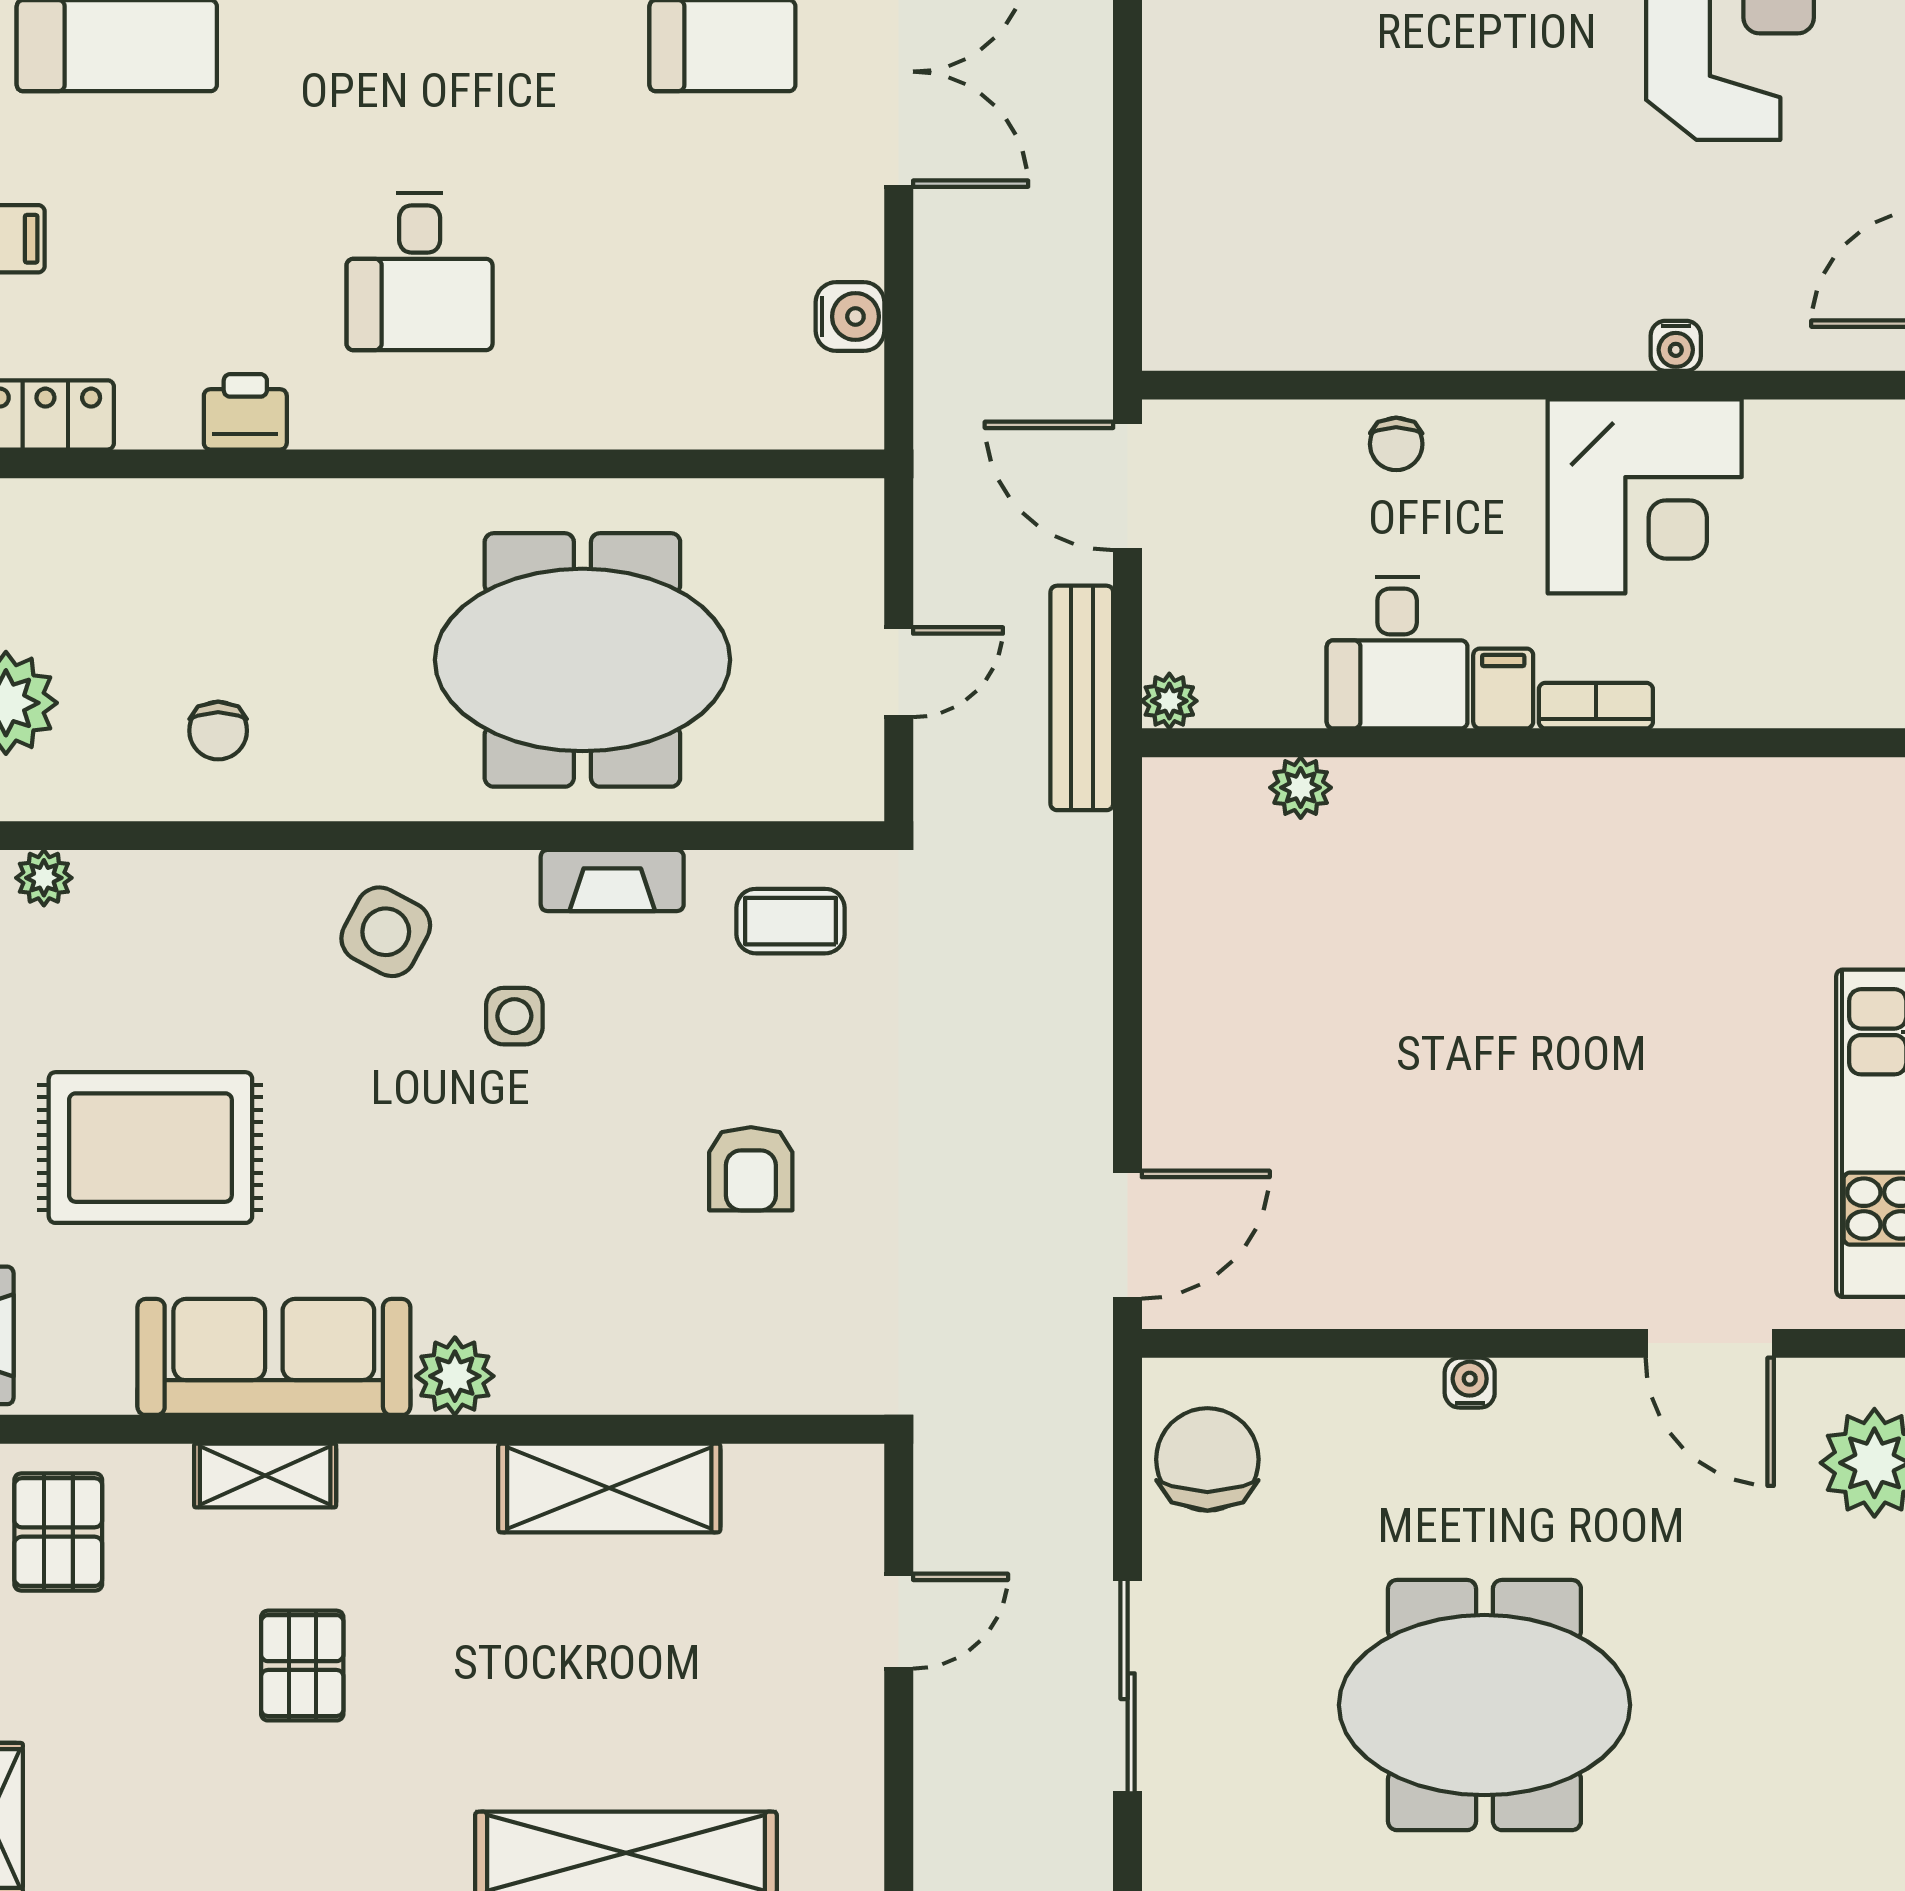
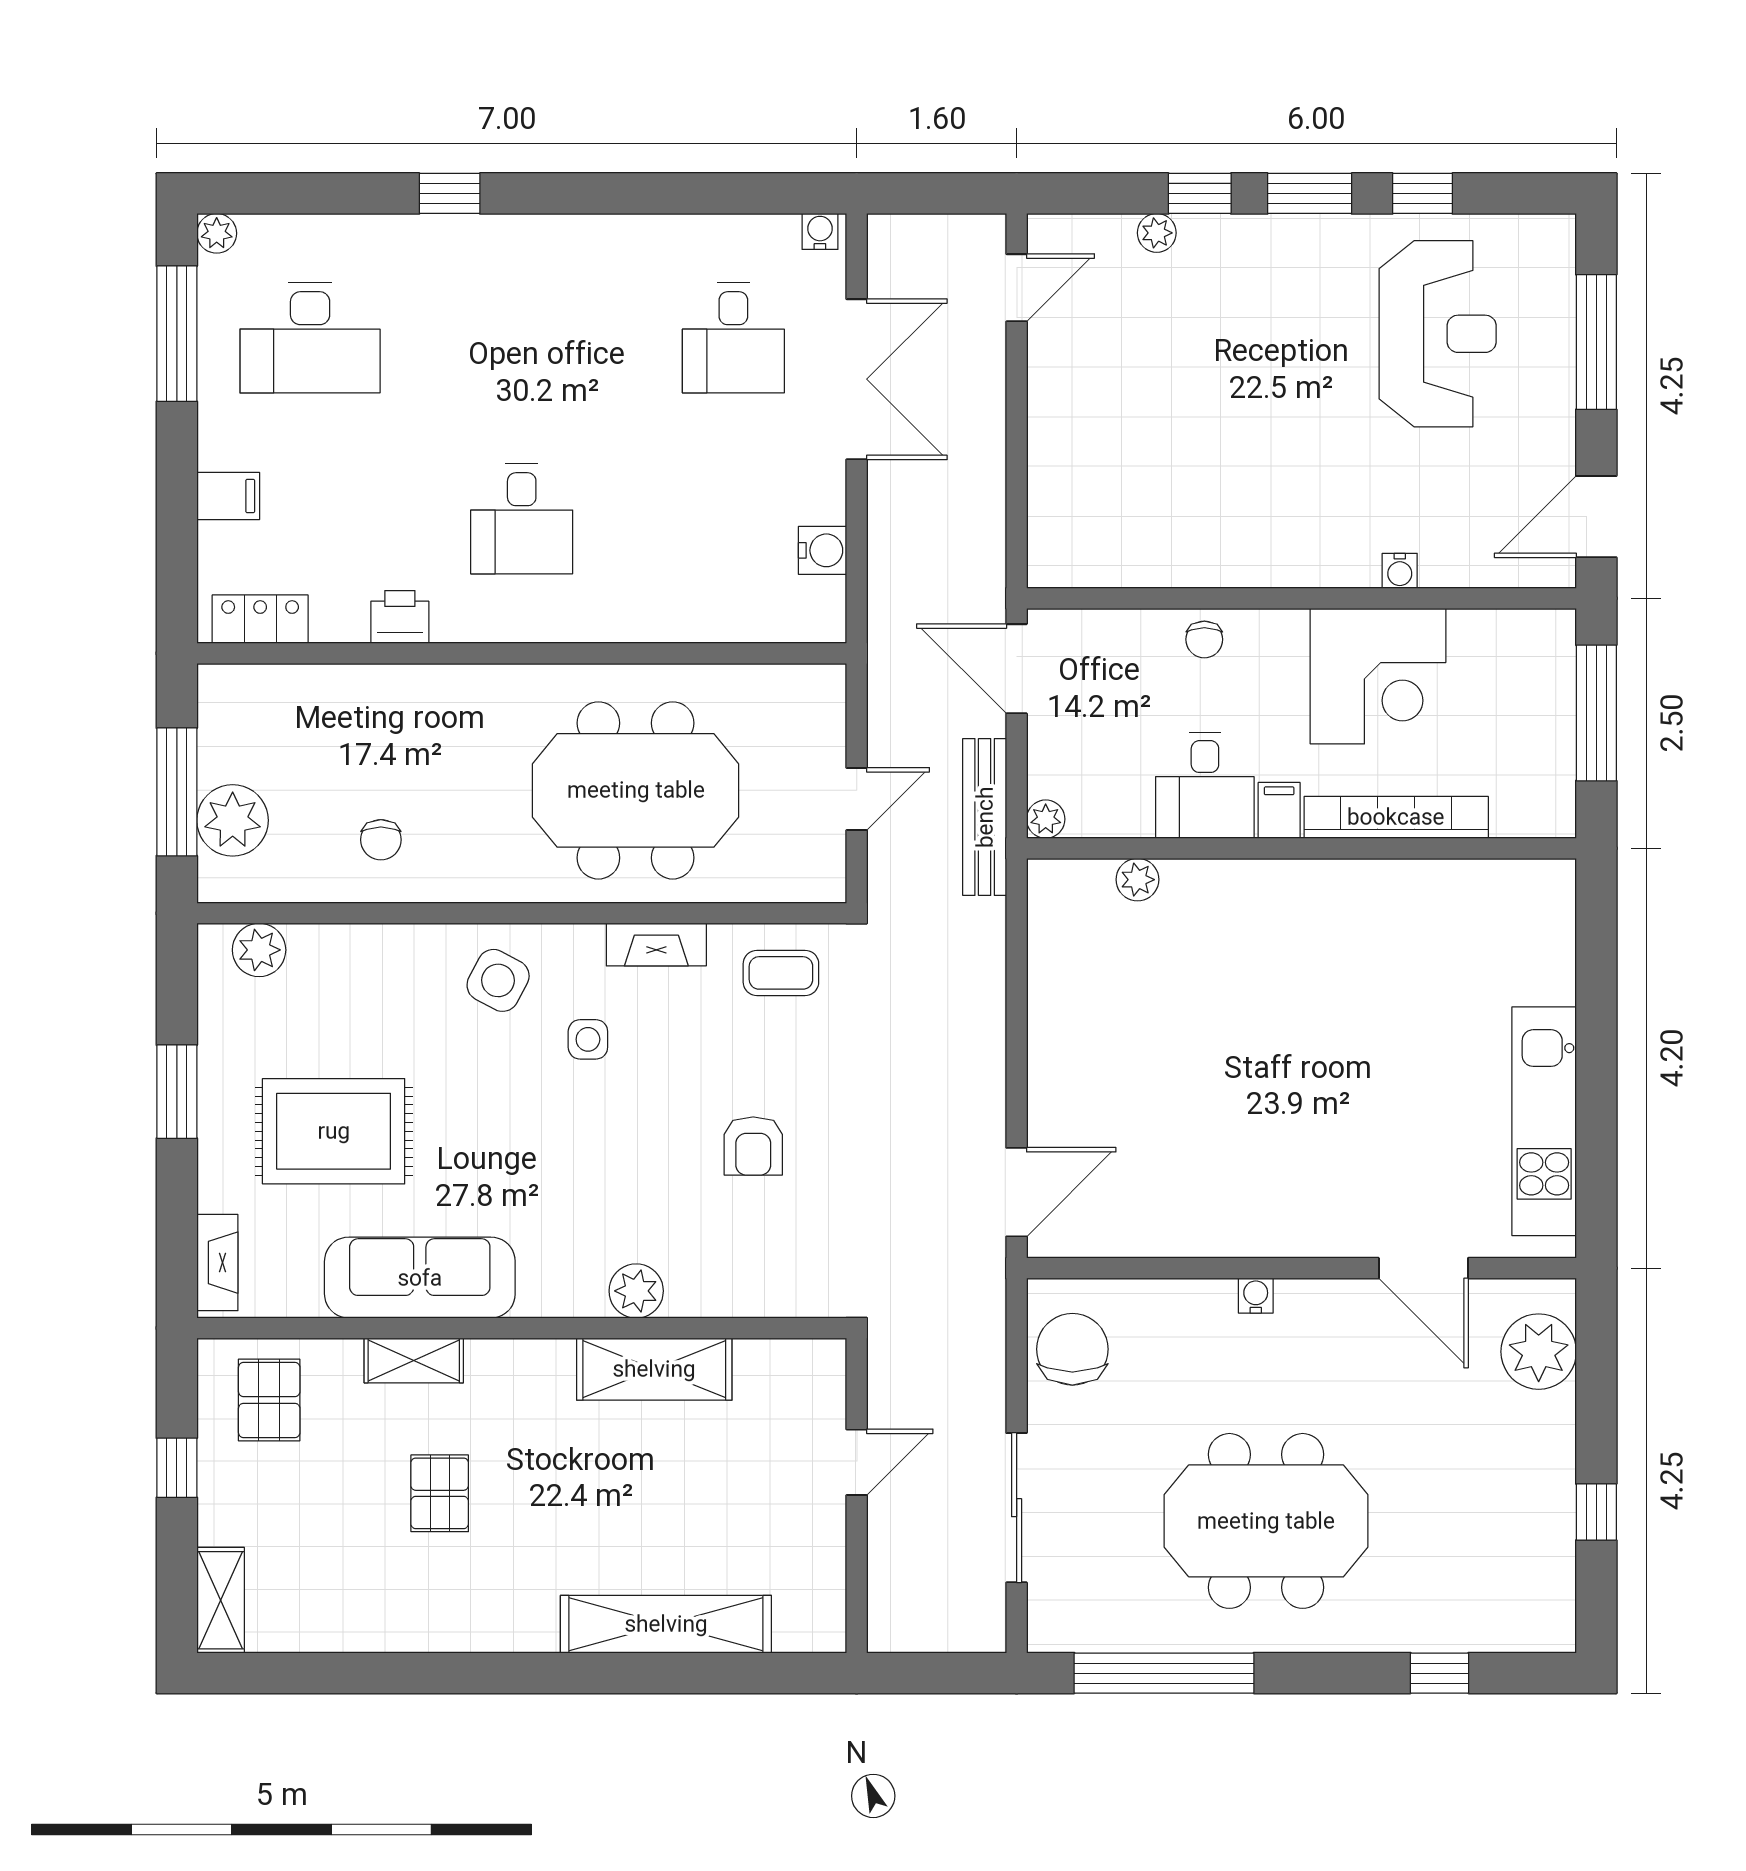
bookcase: (1596, 706) -> (1396, 817), width x2.31, depth x1.31
plant: (44, 878) -> (259, 950), width x1.38, depth x1.38
plant: (455, 1376) -> (636, 1291), moved

